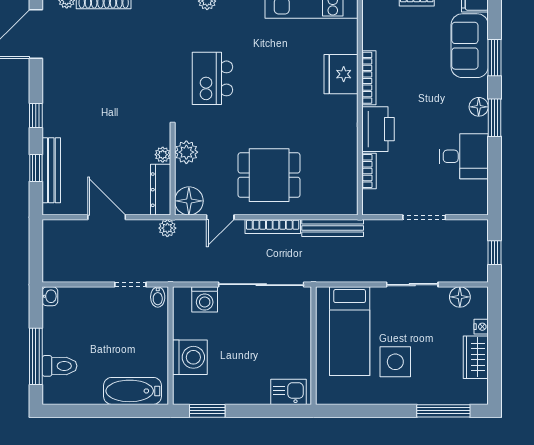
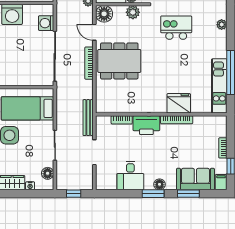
dining table: (269, 175) -> (119, 61), width x1.38
bench: (333, 228) -> (88, 118), moved

